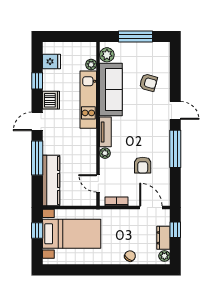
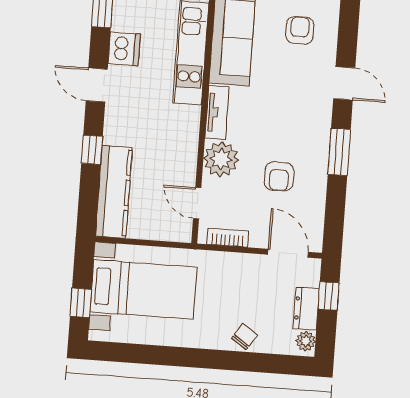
armchair: (148, 83) -> (300, 30), turned -106
door: (37, 121) -> (97, 85), hinge flipped
window: (175, 149) -> (339, 152), width x0.69
plant: (105, 153) -> (221, 159), width x1.88, depth x1.88
window: (37, 158) -> (92, 150), width x0.46
window: (37, 231) -> (81, 303), moved

